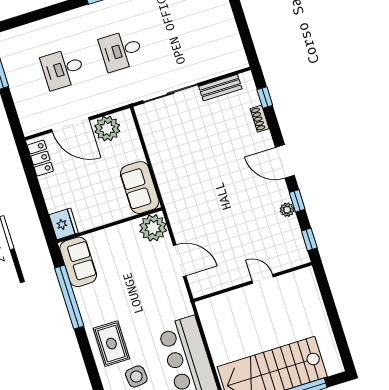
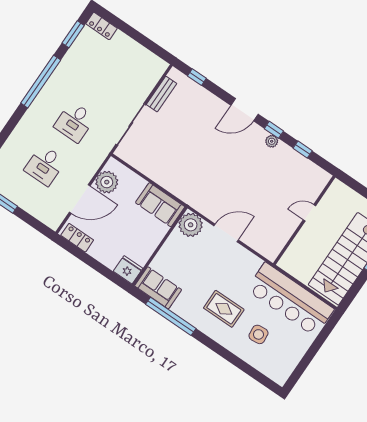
shoe rack: (260, 119) -> (205, 94), removed
door: (263, 279) -> (309, 213), moved
wall: (253, 282) -> (304, 220), moved
rug: (111, 344) -> (224, 309), moved

